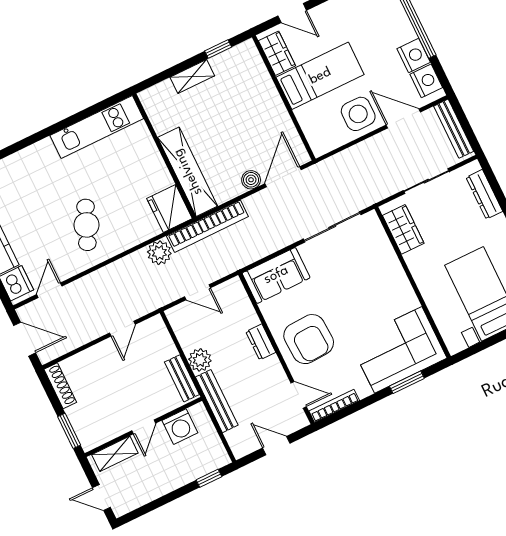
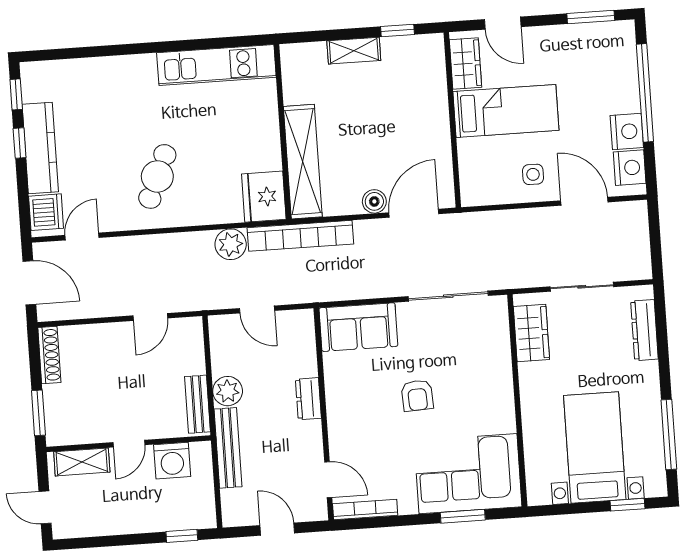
side table: (358, 114) -> (533, 174), width x0.54, depth x0.54
bench: (454, 129) -> (639, 238), removed
armchair: (309, 339) -> (417, 395), moved, width x0.53, depth x0.53

